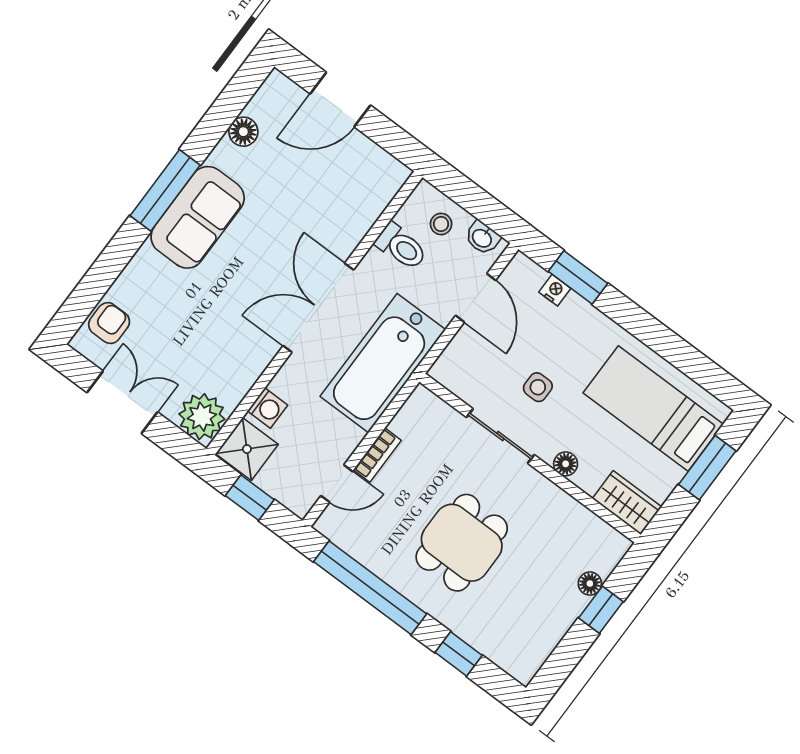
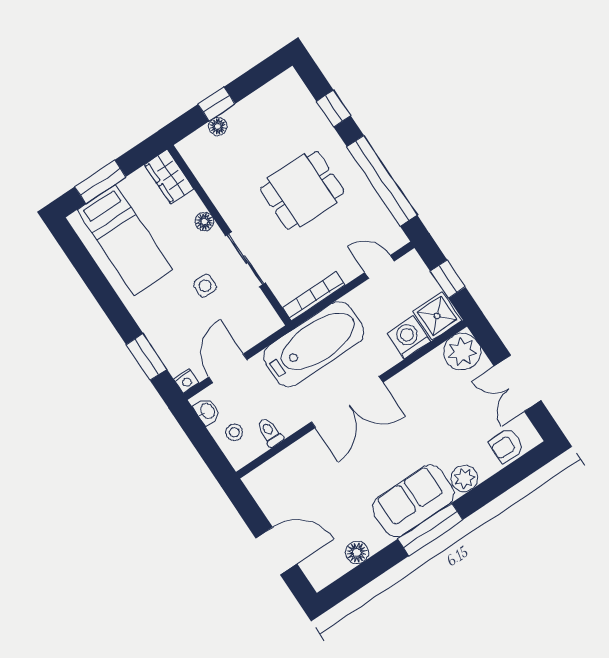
toilet: (401, 246) -> (270, 432), width x0.73, depth x0.72
plant: (146, 266) -> (464, 478), added
nightstand: (555, 290) -> (186, 381), moved, turned -90
washing machine: (268, 408) -> (409, 337), width x1.38, depth x1.38
bookcase: (377, 455) -> (314, 296), moved, width x1.56

